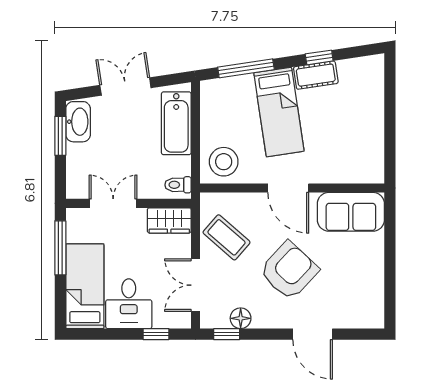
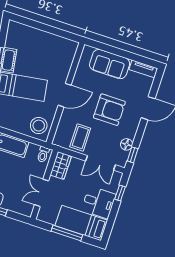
sofa: (351, 212) -> (110, 64), moved, turned 90
coffee table: (227, 237) -> (80, 138), turned -41
window: (60, 248) -> (67, 233), moved
armchair: (289, 271) -> (109, 110), turned 137
tv unit: (375, 305) -> (143, 69), added

